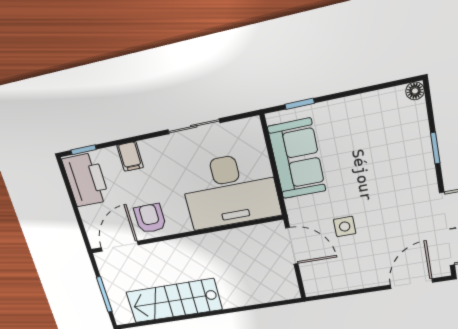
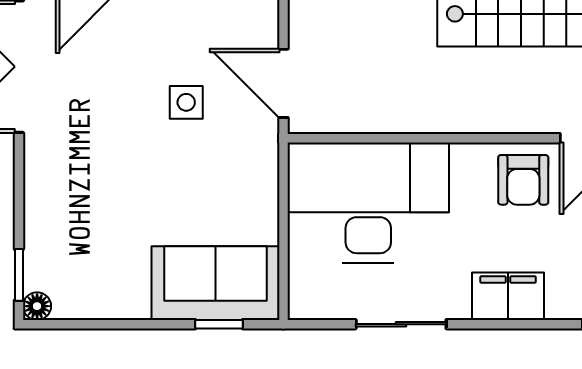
window: (435, 148) -> (19, 275), moved
filing cabinet: (130, 156) -> (508, 296), width x2.00
sofa: (297, 159) -> (216, 283), moved, turned 90

